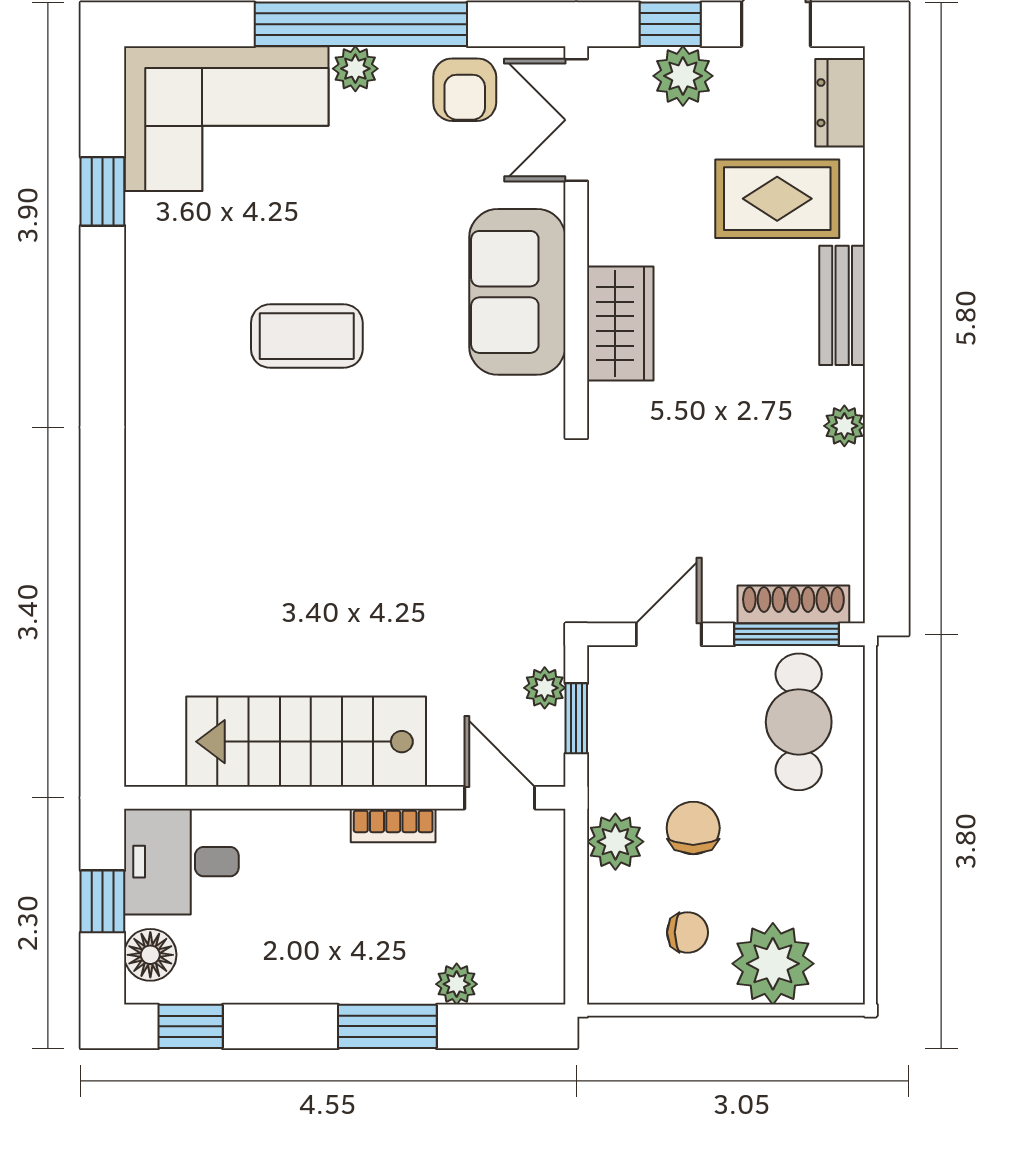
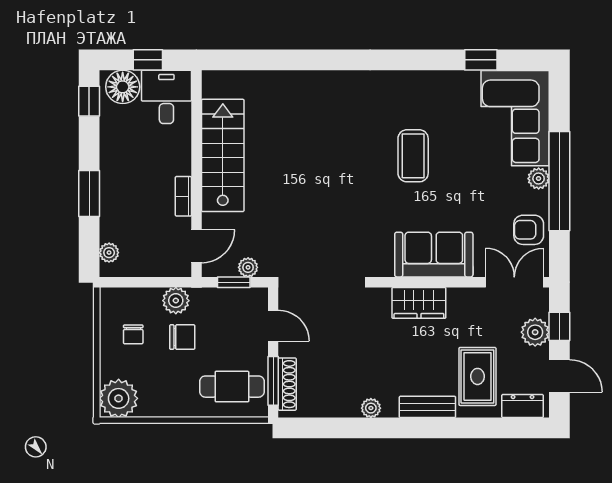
floor lamp: (150, 955) -> (123, 87), width x1.38, depth x1.38
plant: (773, 964) -> (119, 398), moved
plant: (457, 984) -> (109, 253), moved

